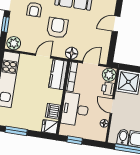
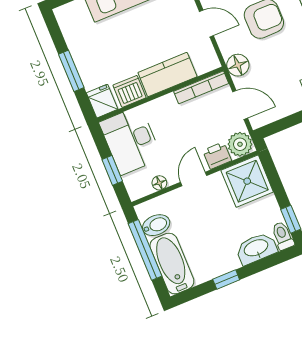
kitchen counter: (58, 74) -> (167, 75), moved
desk: (75, 109) -> (131, 140), moved, turned -90
window: (16, 131) -> (71, 71), moved
window: (75, 140) -> (112, 170), moved

